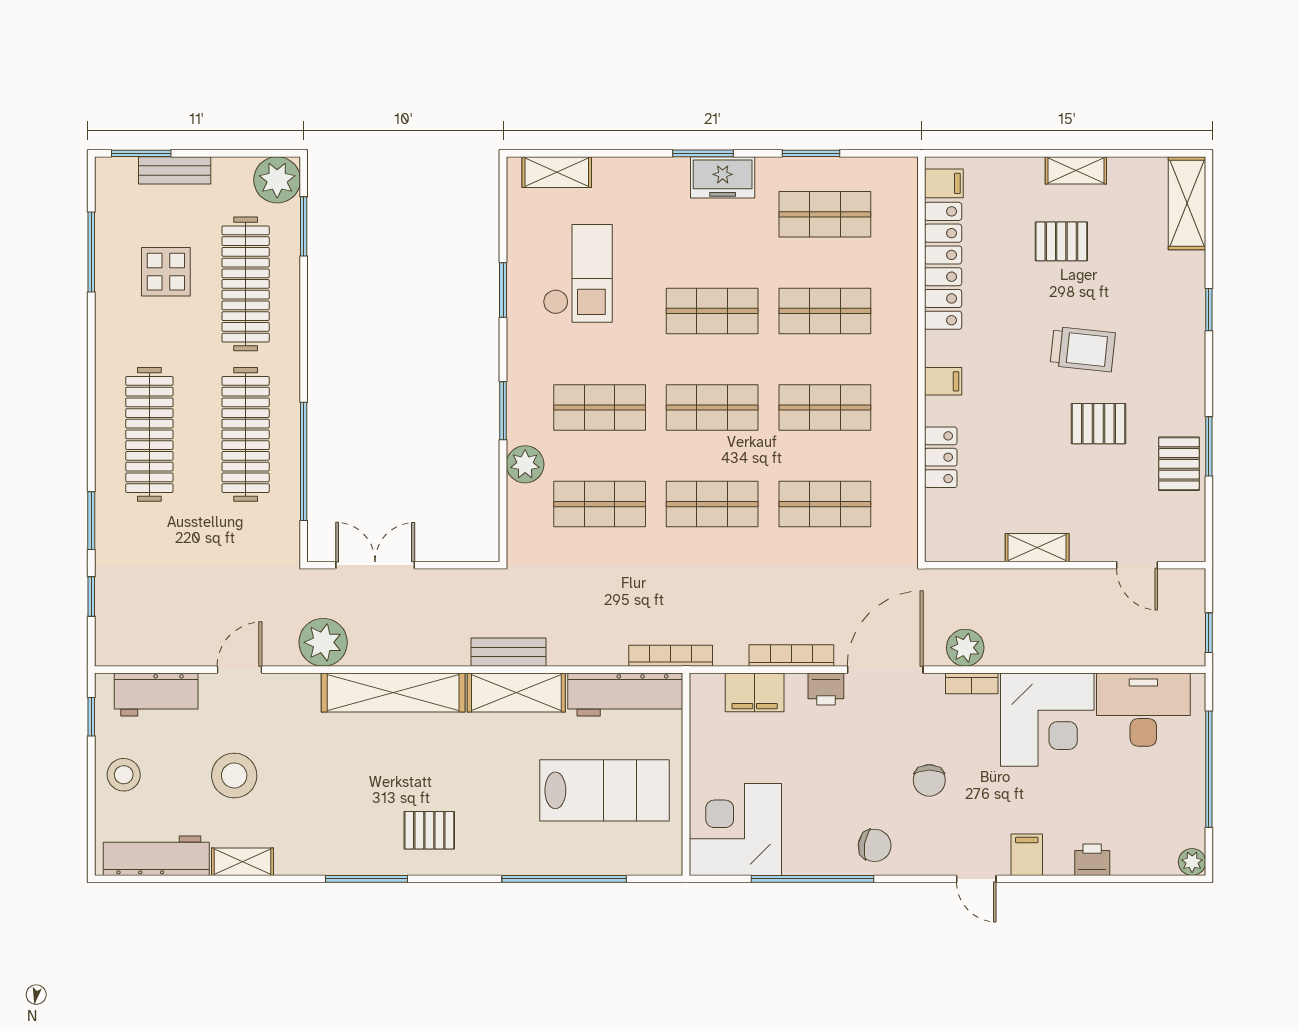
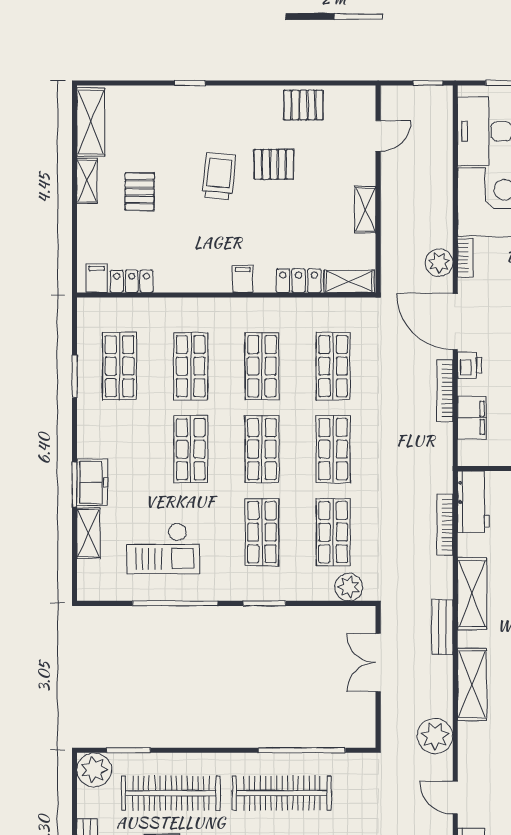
window: (703, 153) -> (75, 484), moved
shelving: (557, 172) -> (88, 533), moved
freezer: (723, 177) -> (92, 482), moved
shelving: (1187, 203) -> (91, 122), moved, turned 90
locker: (943, 266) -> (132, 281), width x0.46, depth x0.83
checkout: (578, 273) -> (163, 548), turned 180
window: (503, 290) -> (175, 603), width x2.11
pallet: (1099, 424) -> (274, 164), turned 90
window: (1209, 446) -> (291, 83), removed
plant: (525, 464) -> (349, 587), moved
shelving: (940, 526) -> (349, 281), added
double door: (375, 565) -> (378, 663), moved
bench: (508, 652) -> (442, 627), moved
bookcase: (671, 656) -> (445, 525), moved
shelving: (393, 692) -> (472, 684), width x0.68
workbench: (625, 695) -> (474, 502), width x0.73

